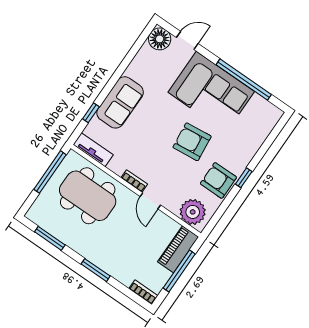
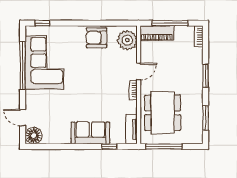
corner sofa: (211, 92) -> (44, 62), moved
armchair: (192, 142) -> (84, 71), removed
window: (244, 178) -> (42, 23), moved
armchair: (218, 180) -> (97, 38), turned 90

